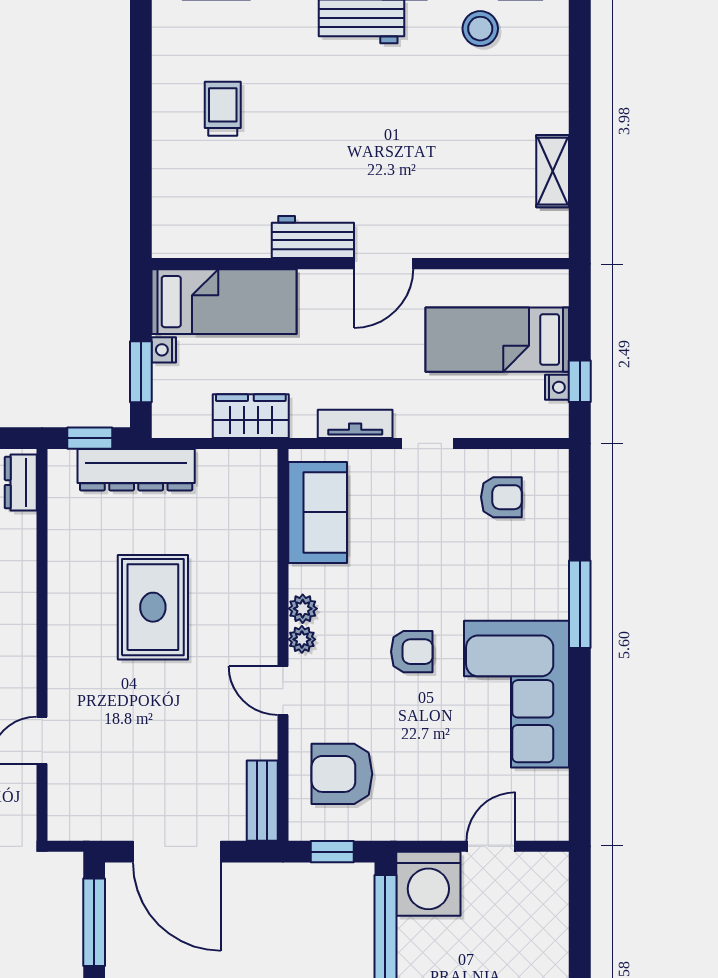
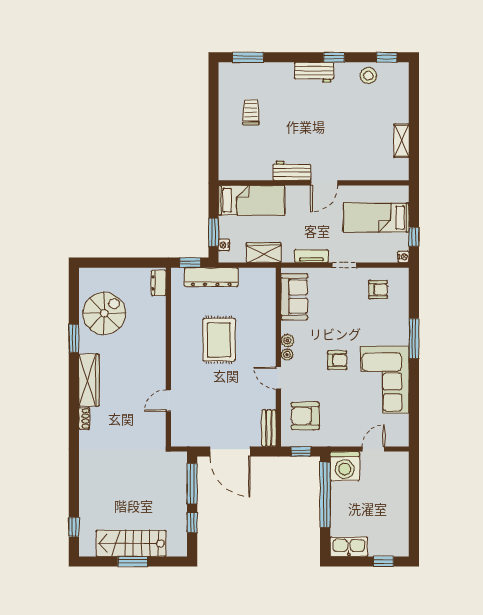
nightstand: (164, 350) -> (224, 245), moved
nightstand: (557, 387) -> (403, 257), moved

